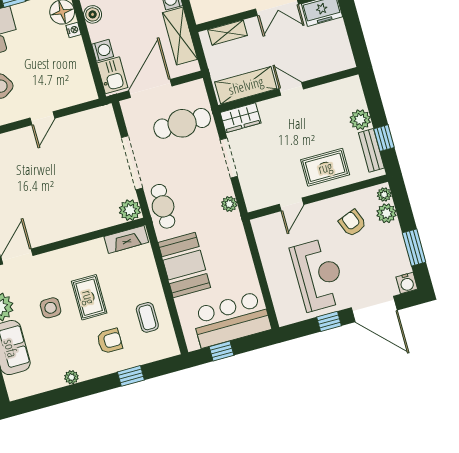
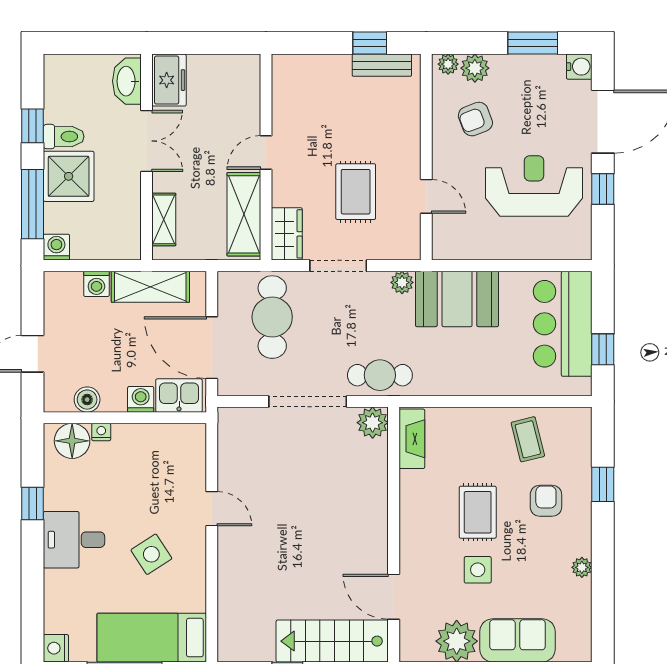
plant: (360, 120) -> (335, 69), removed
rug: (325, 167) -> (356, 192), moved
booth: (184, 265) -> (457, 299), moved
rug: (89, 297) -> (478, 512), turned 90
coffee table: (147, 317) -> (528, 439), turned 76

